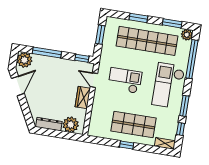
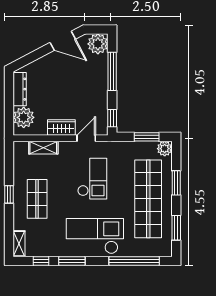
plant: (187, 35) -> (165, 149), moved
shelving: (96, 114) -> (43, 148), added
shop shelf: (133, 124) -> (37, 199), width x0.70, depth x0.74

